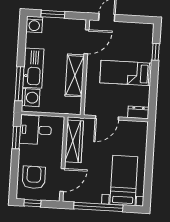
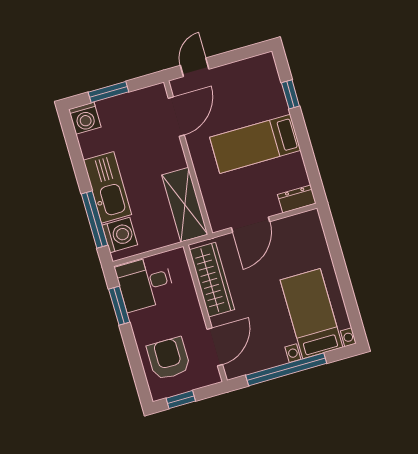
shelving: (75, 75) -> (185, 205), moved

